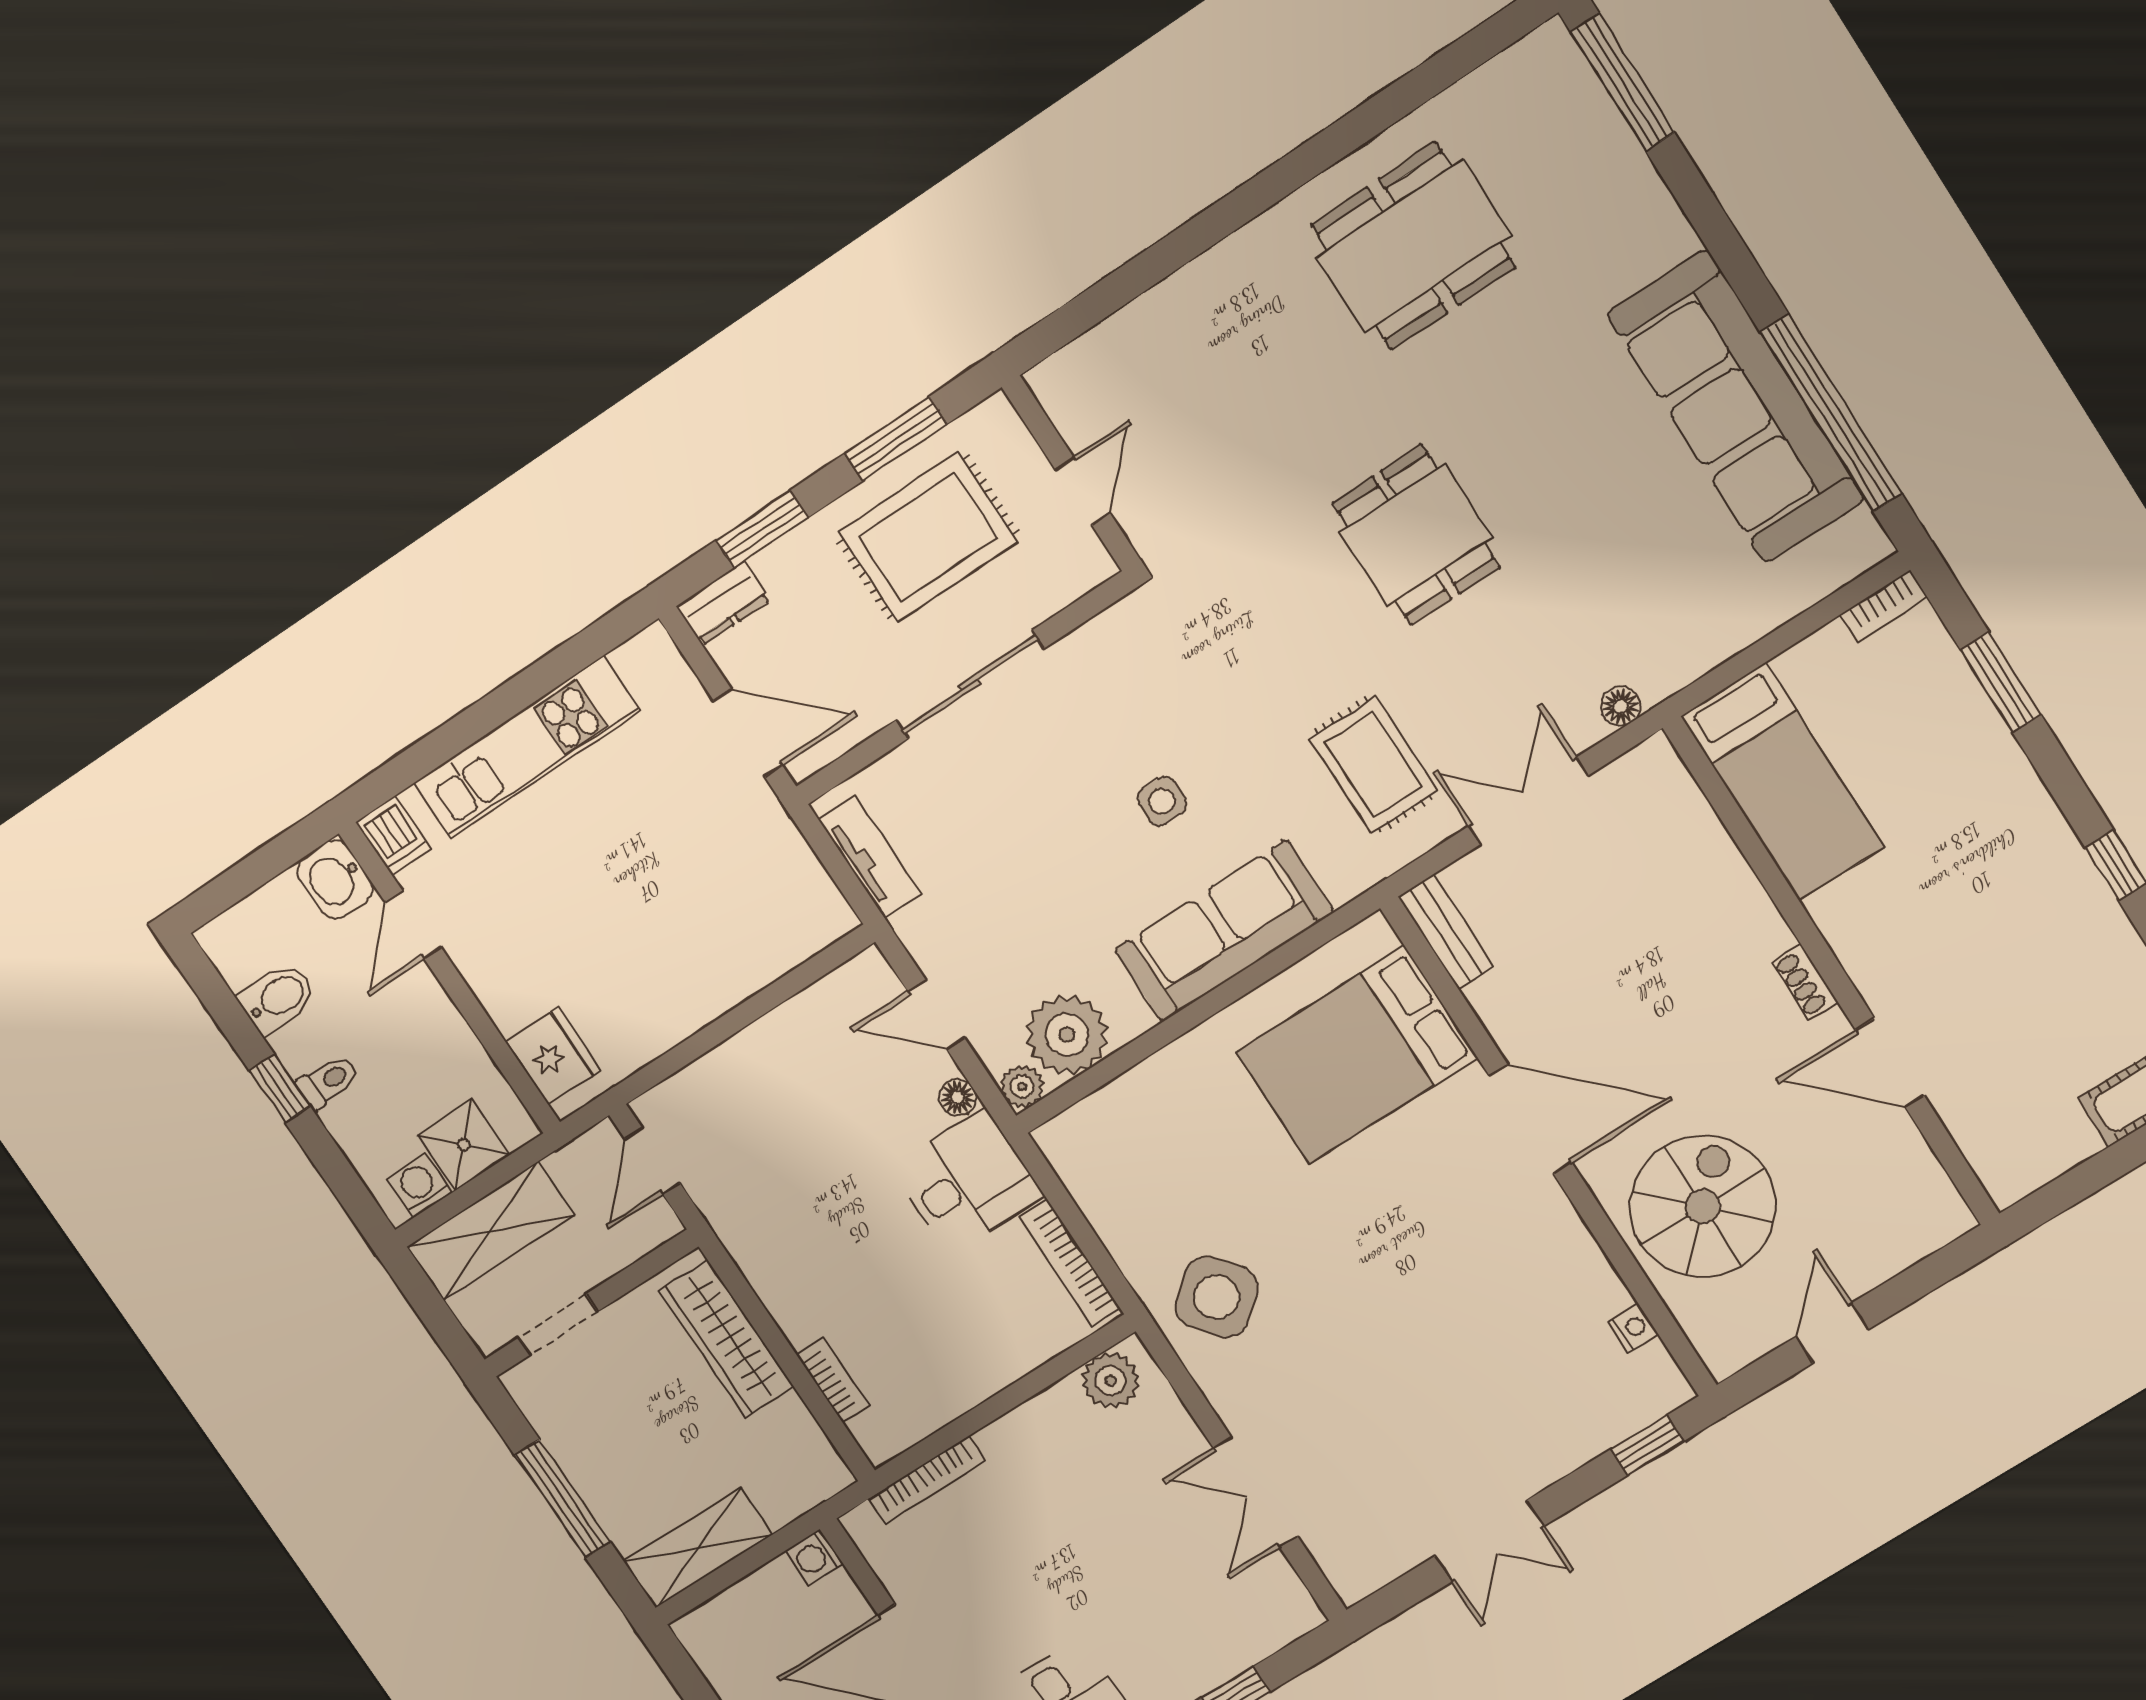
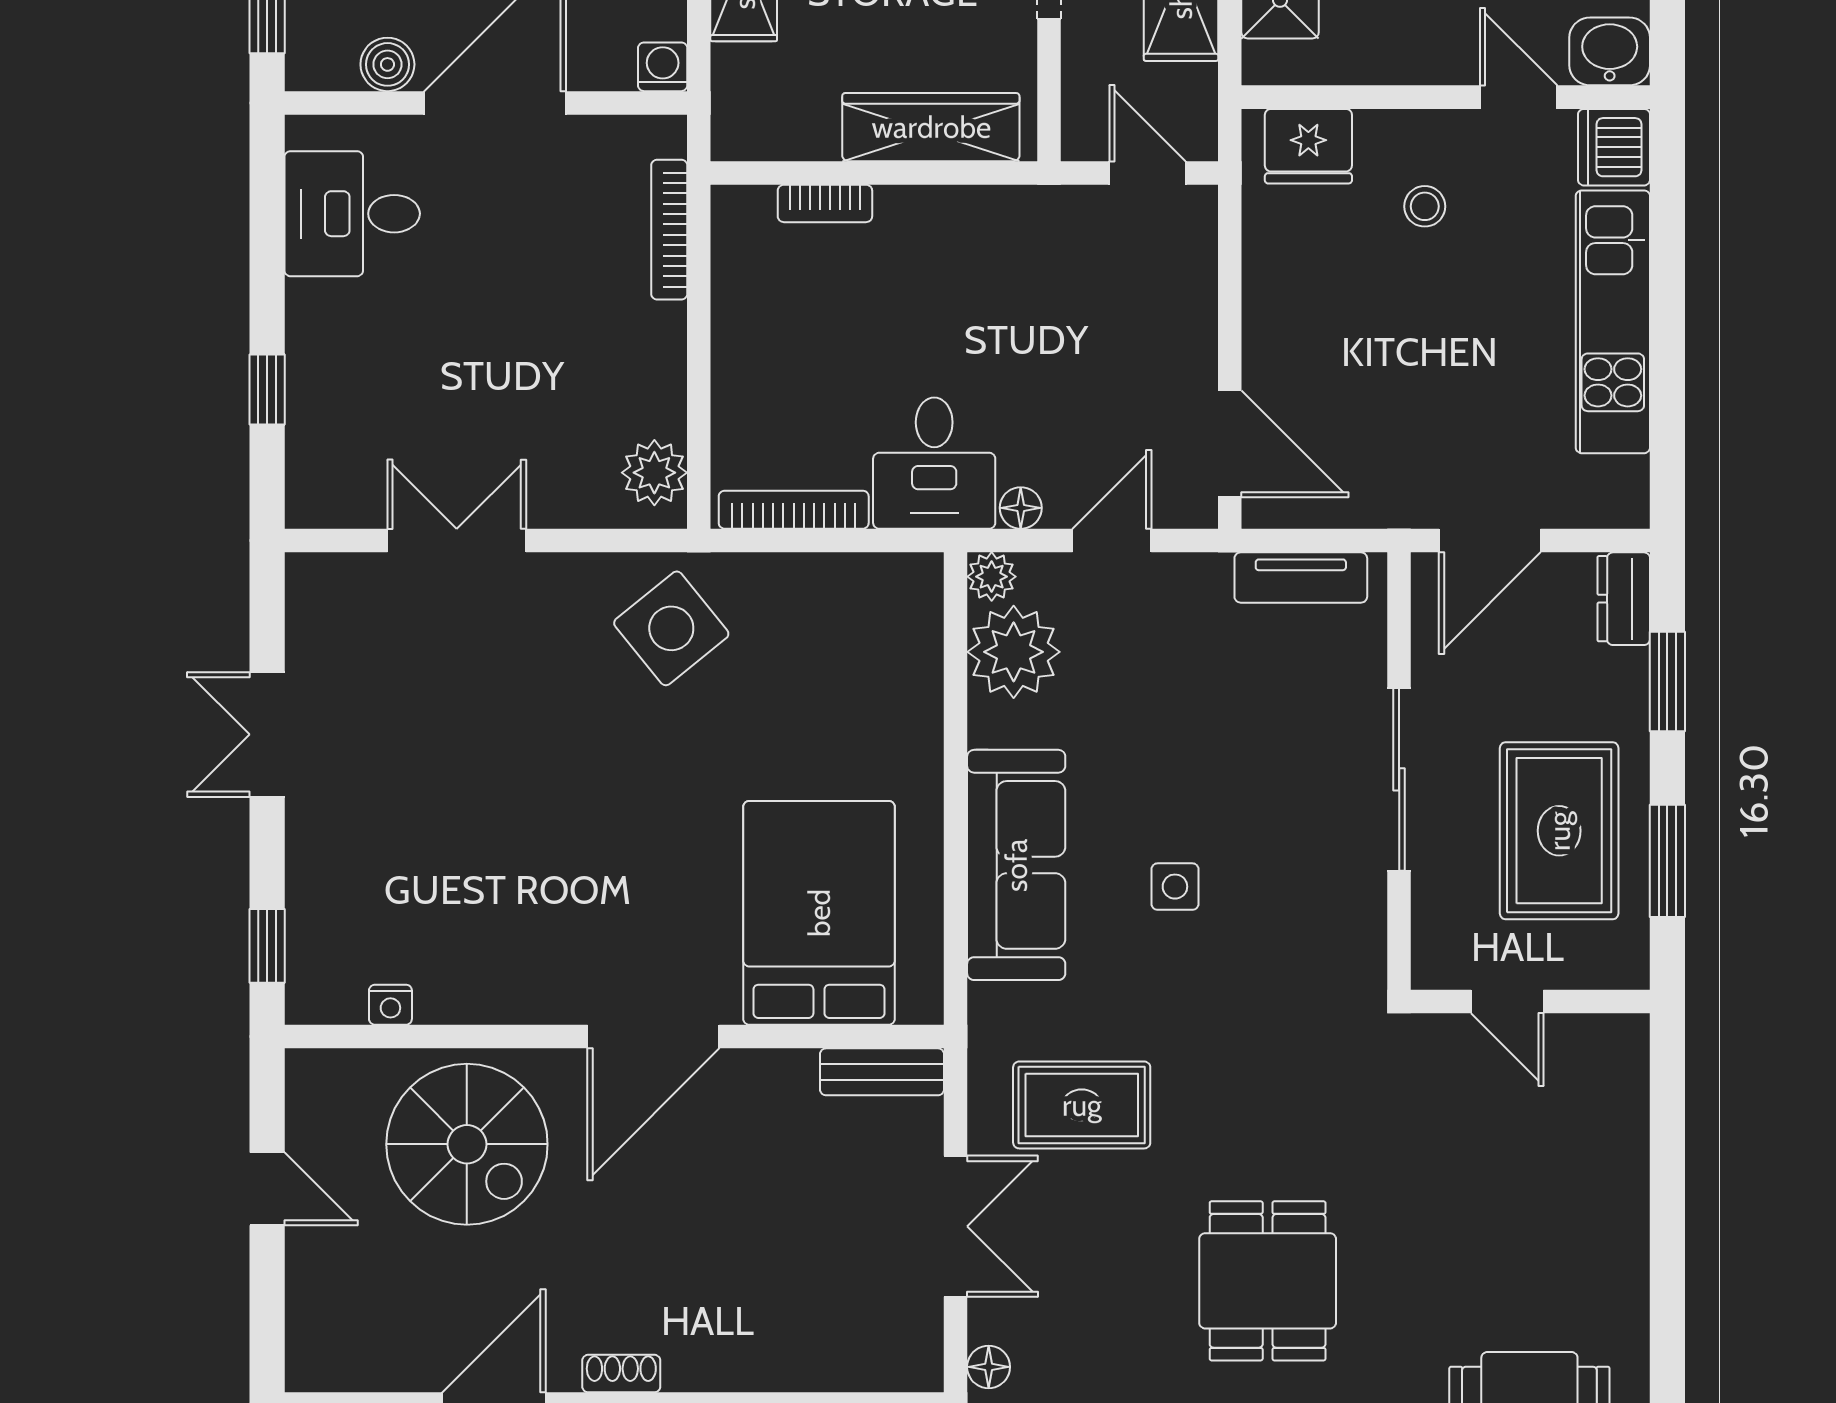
dining table: (1416, 535) -> (1268, 1281), turned 90
dishwasher: (393, 835) -> (1614, 147), width x1.38
stool: (538, 942) -> (1425, 206), added
door: (807, 973) -> (1230, 444), added

